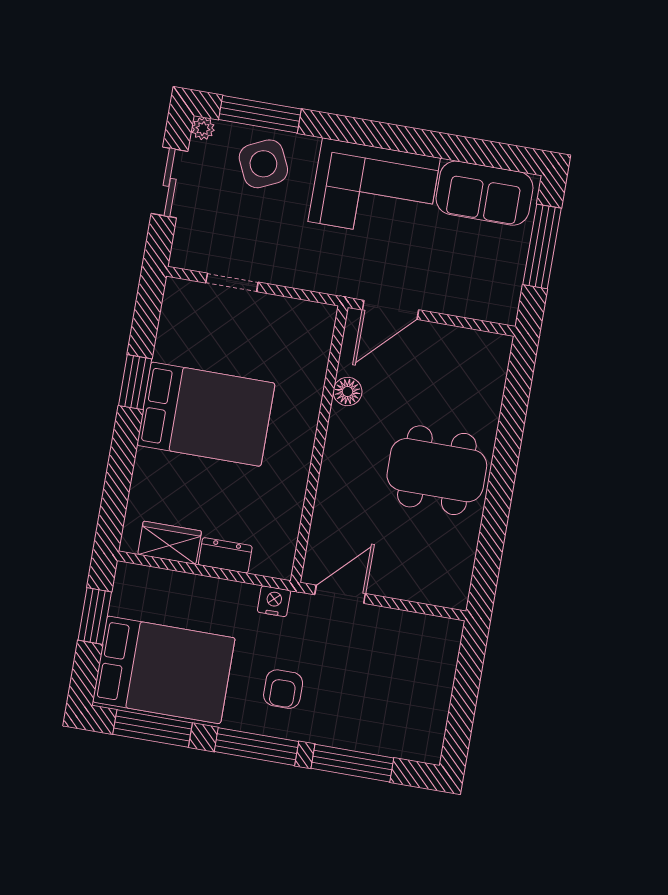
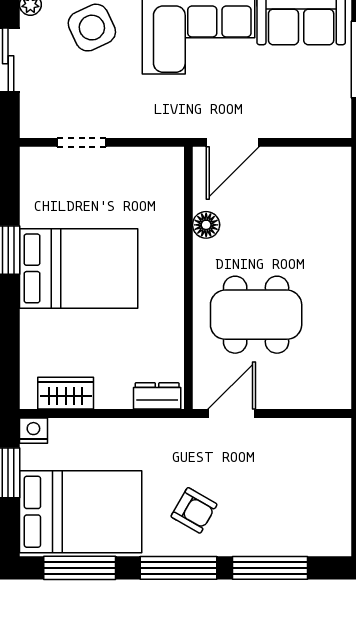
dining table: (437, 470) -> (256, 315), moved
dresser: (225, 555) -> (157, 396), moved
nightstand: (274, 601) -> (33, 431), moved
armchair: (283, 689) -> (194, 510), turned -60

